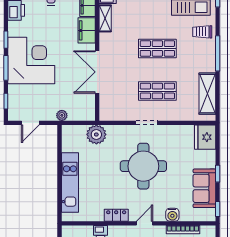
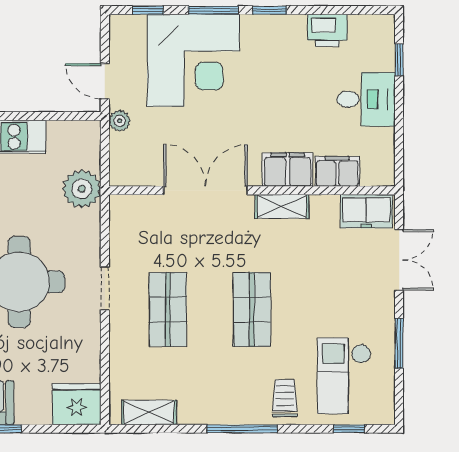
shelving: (105, 18) -> (282, 206), moved
corner desk: (31, 61) -> (193, 60), moved
shelving: (207, 94) -> (149, 412), width x0.67, depth x0.75
door: (30, 123) -> (105, 81), moved

